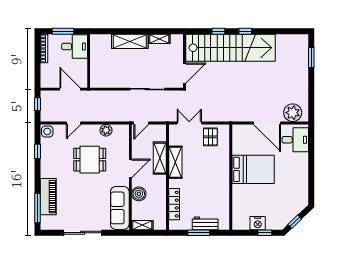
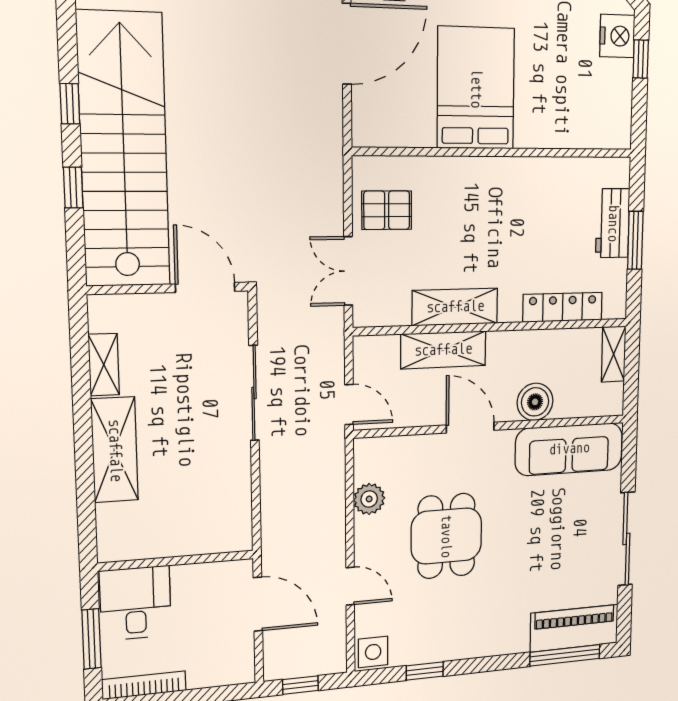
door: (70, 89) -> (258, 604), swing flipped
piano: (48, 197) -> (574, 628), moved
nightstand: (258, 223) -> (617, 36), moved
shelving: (142, 225) -> (614, 354), moved

